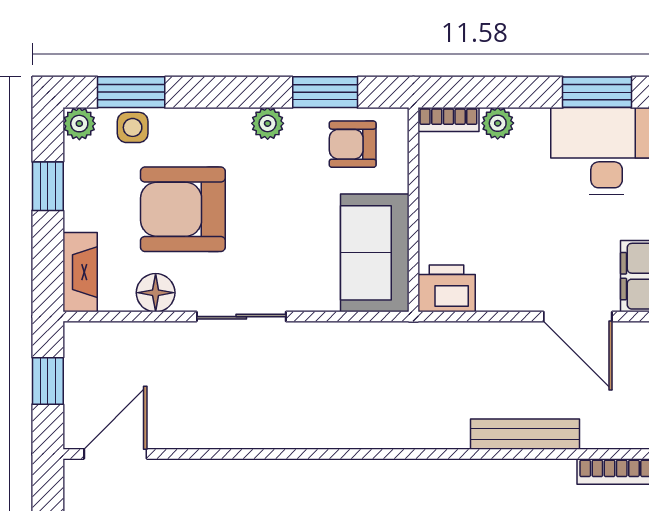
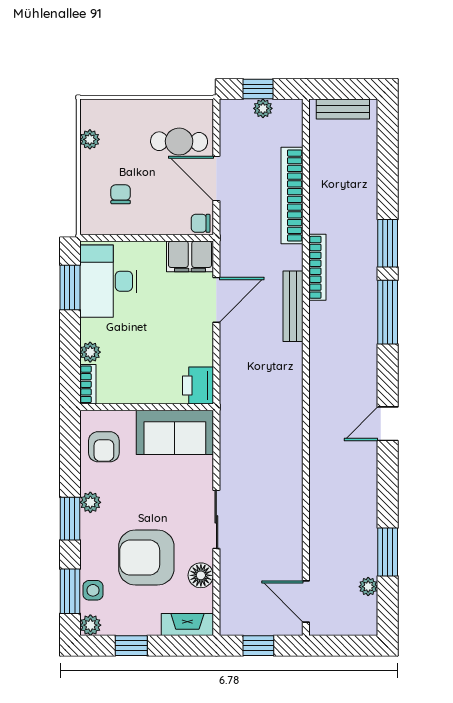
window: (325, 92) -> (70, 519), moved
armchair: (183, 209) -> (146, 558), turned 90
bench: (525, 434) -> (293, 306), moved

